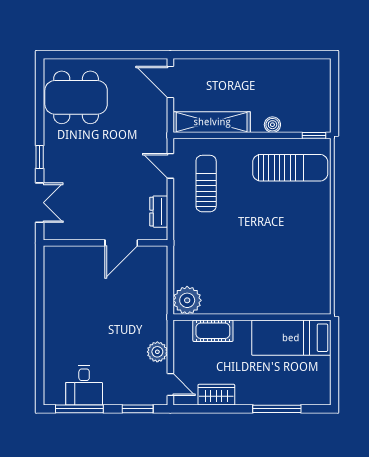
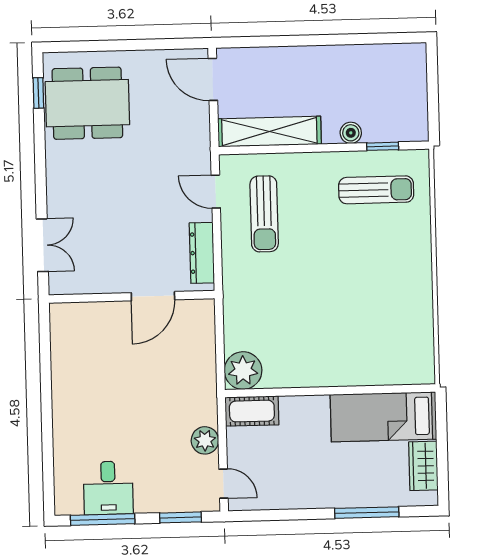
window: (314, 135) -> (383, 146), moved
window: (40, 157) -> (38, 93), moved
sun lounger: (290, 168) -> (376, 190), width x0.73, depth x0.75
sun lounger: (206, 184) -> (264, 214), turned 180
dresser: (159, 212) -> (202, 253), width x1.44
cot: (213, 331) -> (252, 411), moved
wardrobe: (216, 395) -> (423, 466), moved, turned -90

